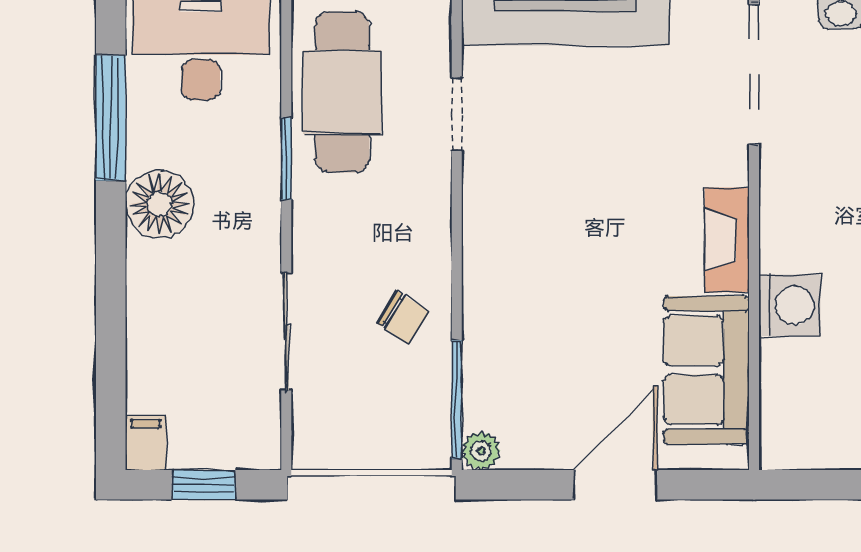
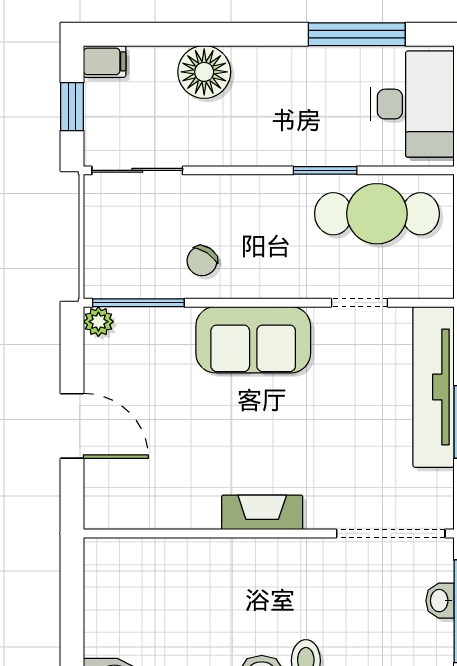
floor lamp: (159, 204) -> (204, 72), moved
washing machine: (790, 305) -> (211, 561), removed
sliding door: (286, 332) -> (137, 170), moved
sofa: (706, 370) -> (253, 340), moved, turned 180

